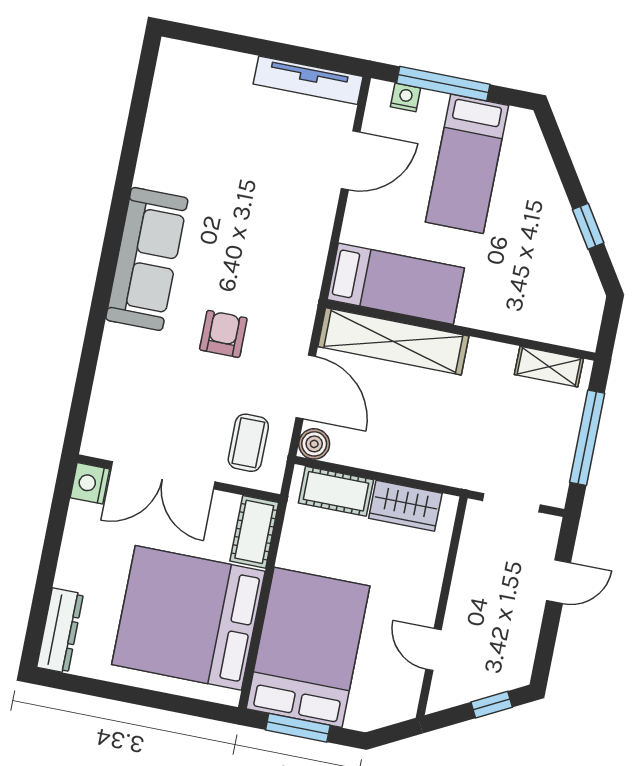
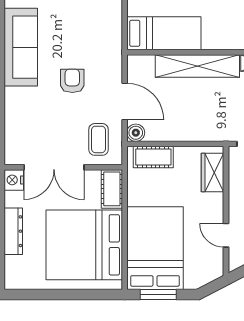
shelving: (393, 341) -> (197, 66), moved
wardrobe: (405, 506) -> (212, 173), moved, turned 90
dresser: (60, 631) -> (13, 231), moved

